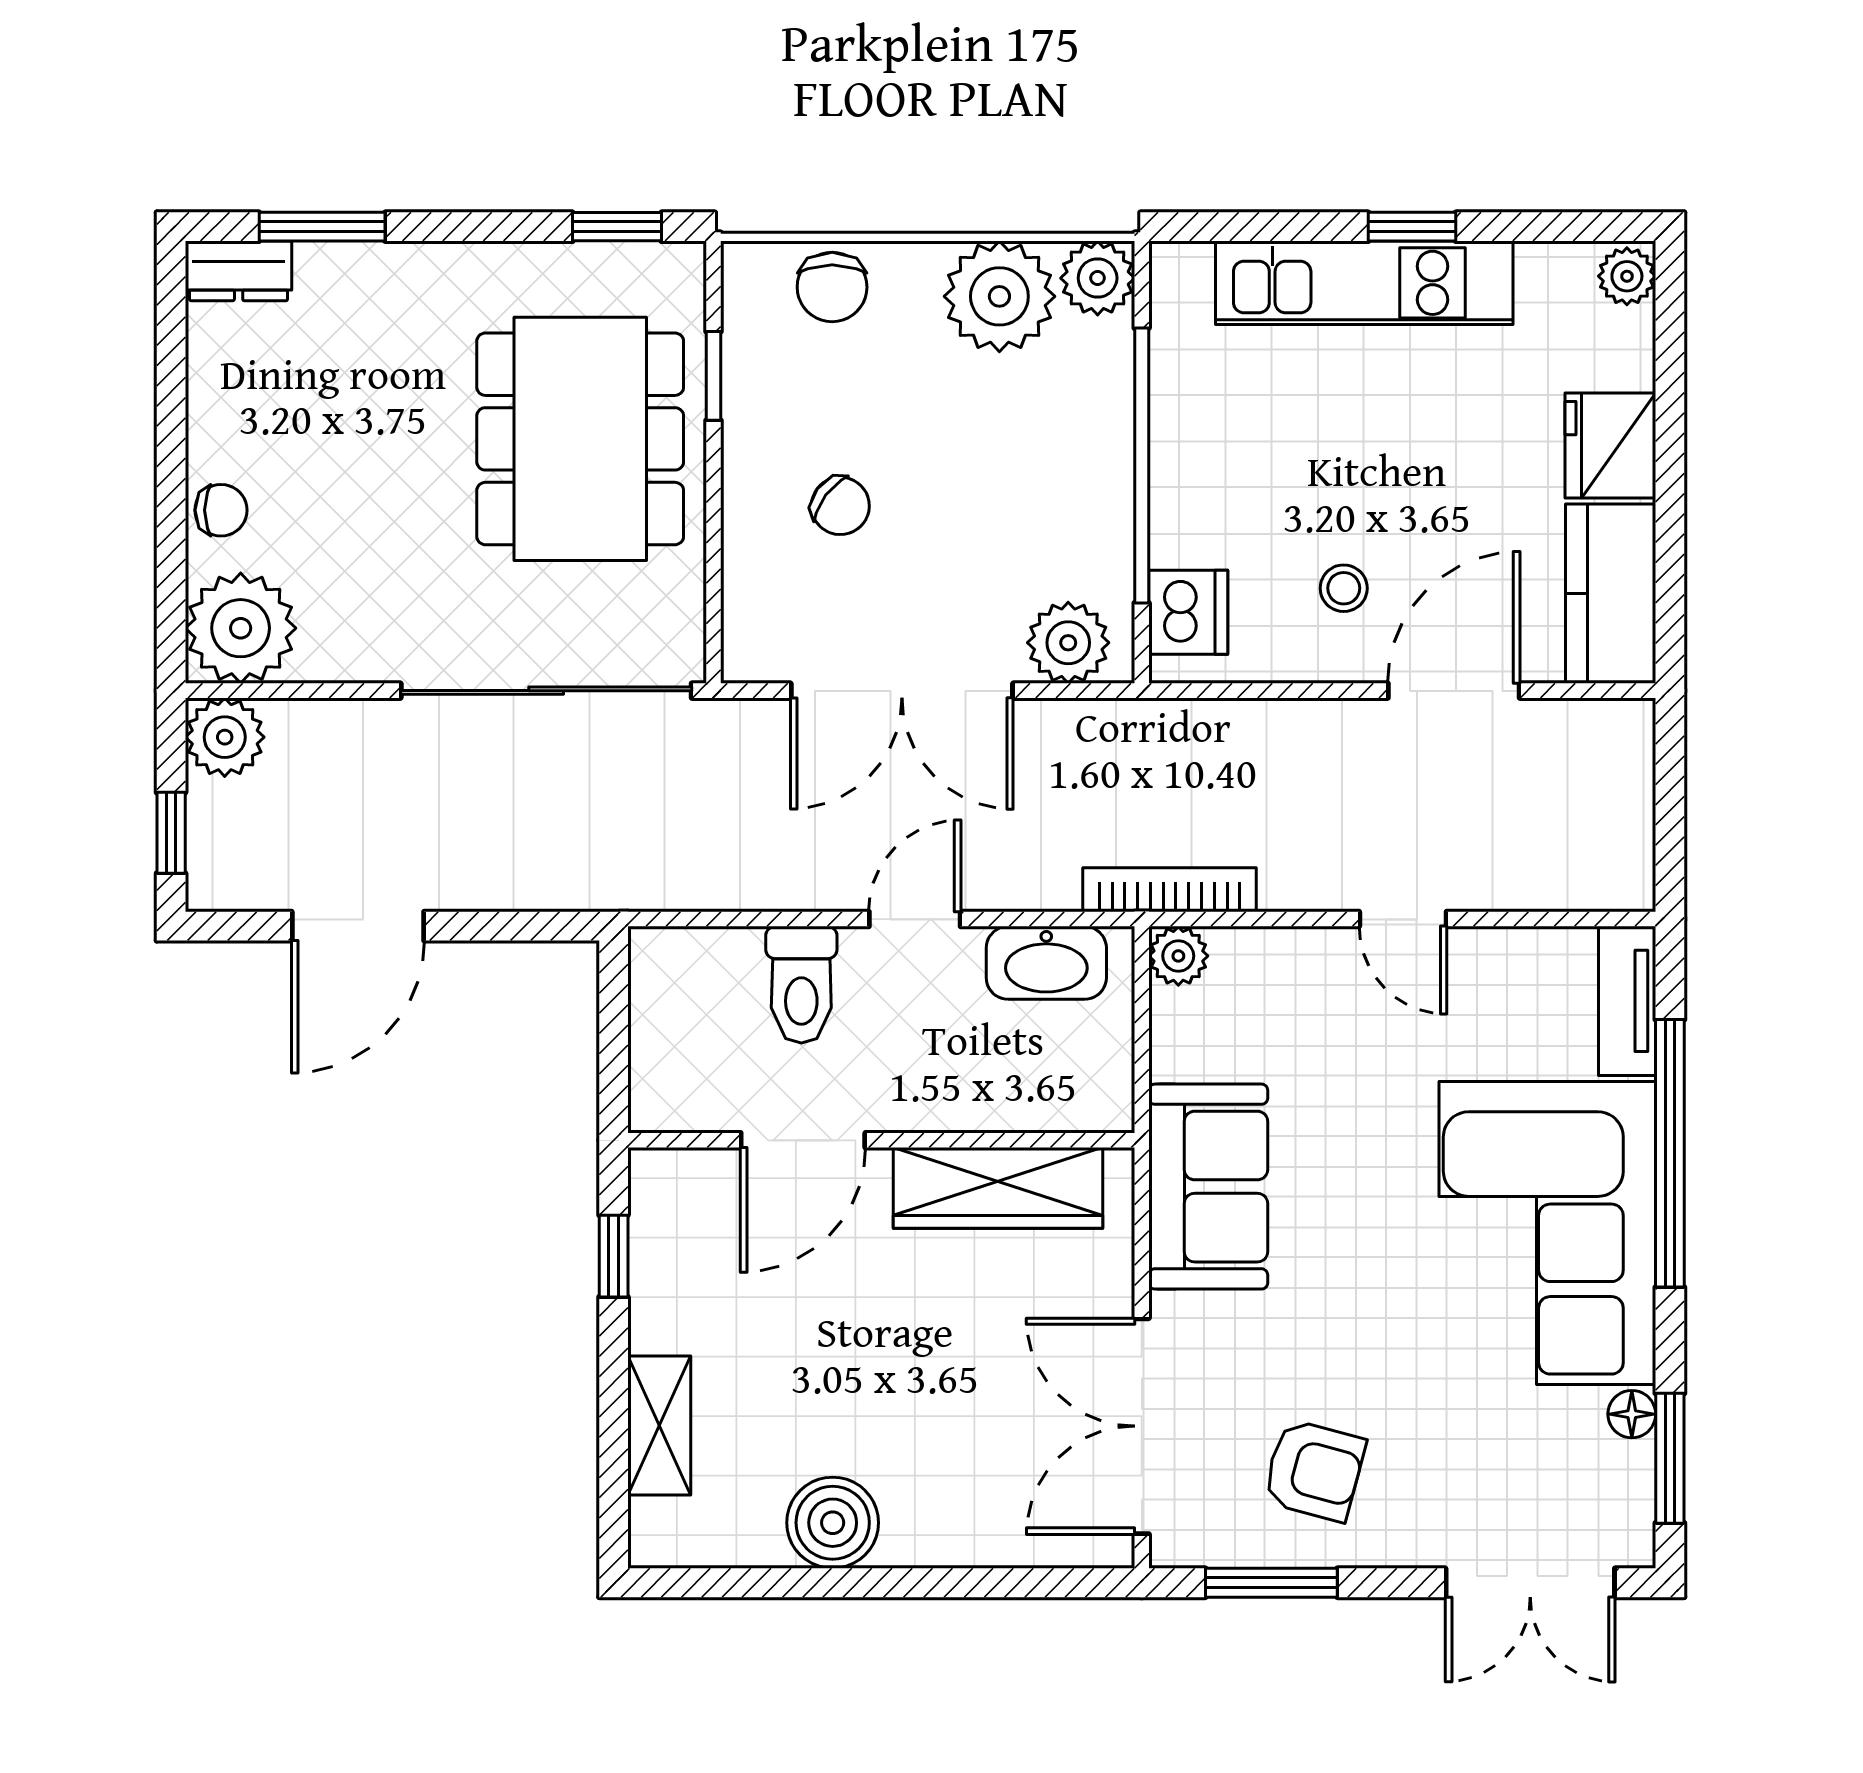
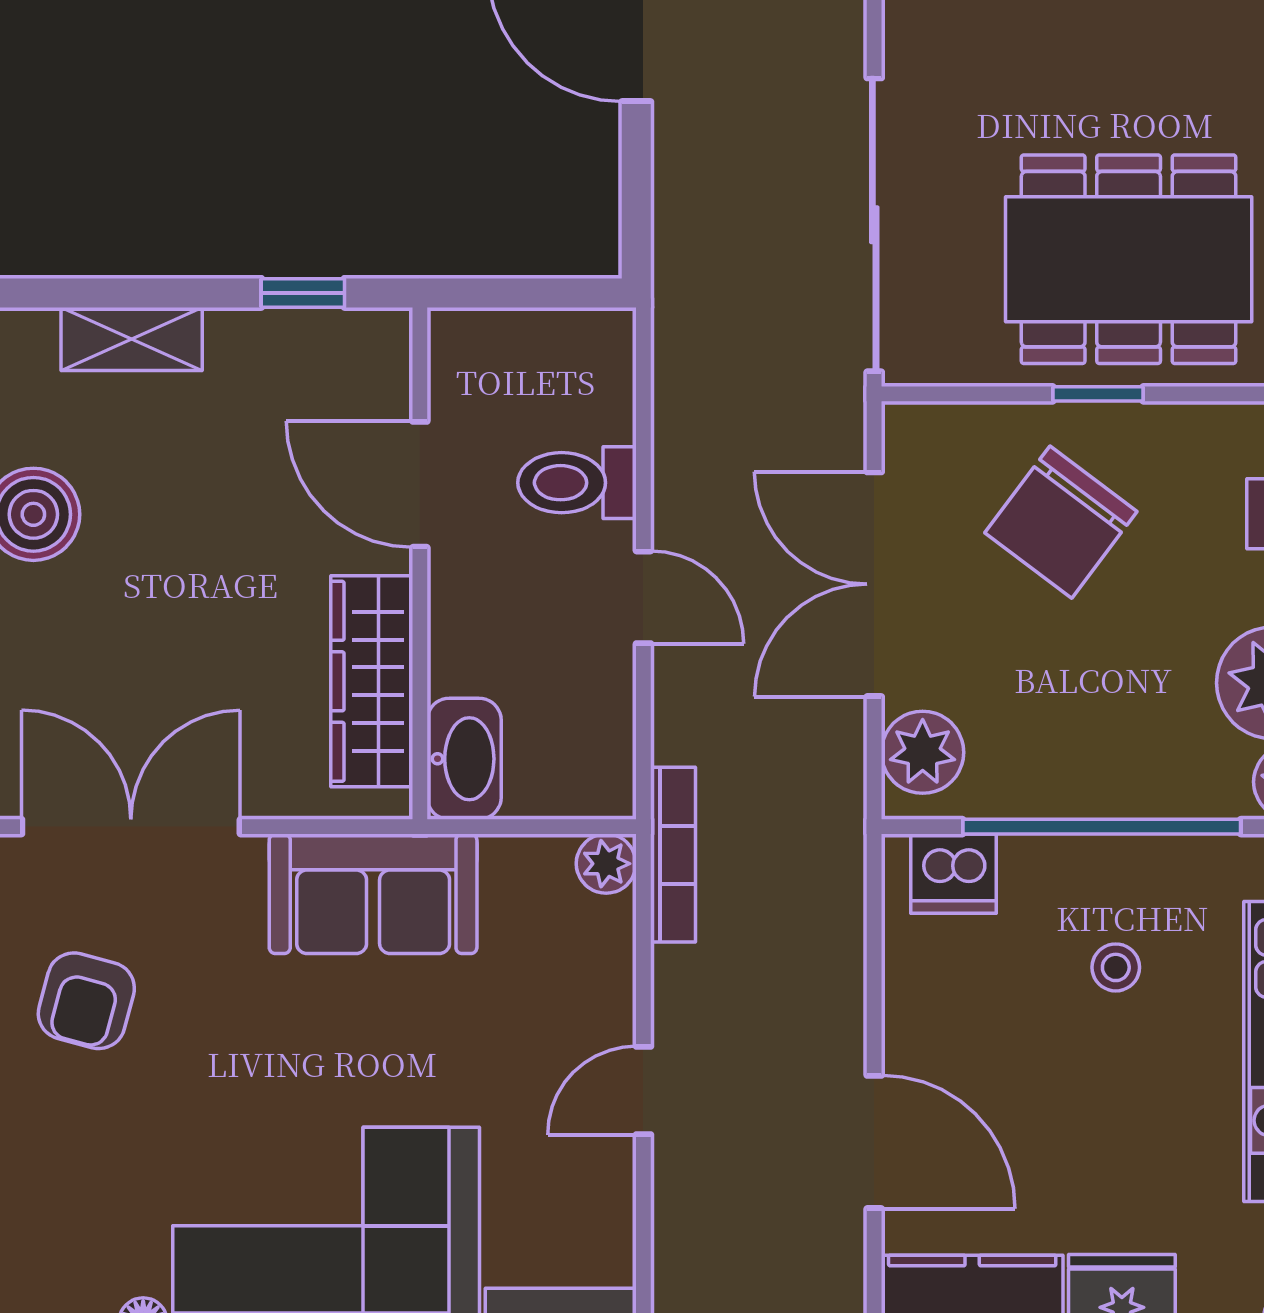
window: (713, 376) -> (1098, 394), moved
chair: (840, 506) -> (1061, 522), width x1.87, depth x1.87
stool: (1344, 588) -> (1116, 967), moved
washbasin: (1046, 963) -> (464, 759), moved, turned 180

